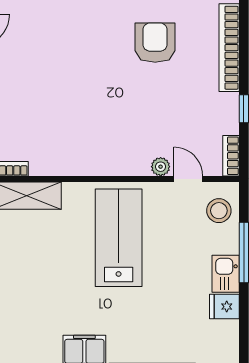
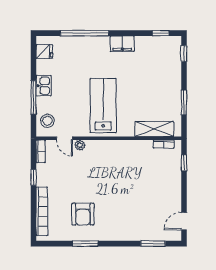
lab bench: (119, 238) -> (103, 106), turned 180
fridge: (224, 307) -> (44, 51), moved

